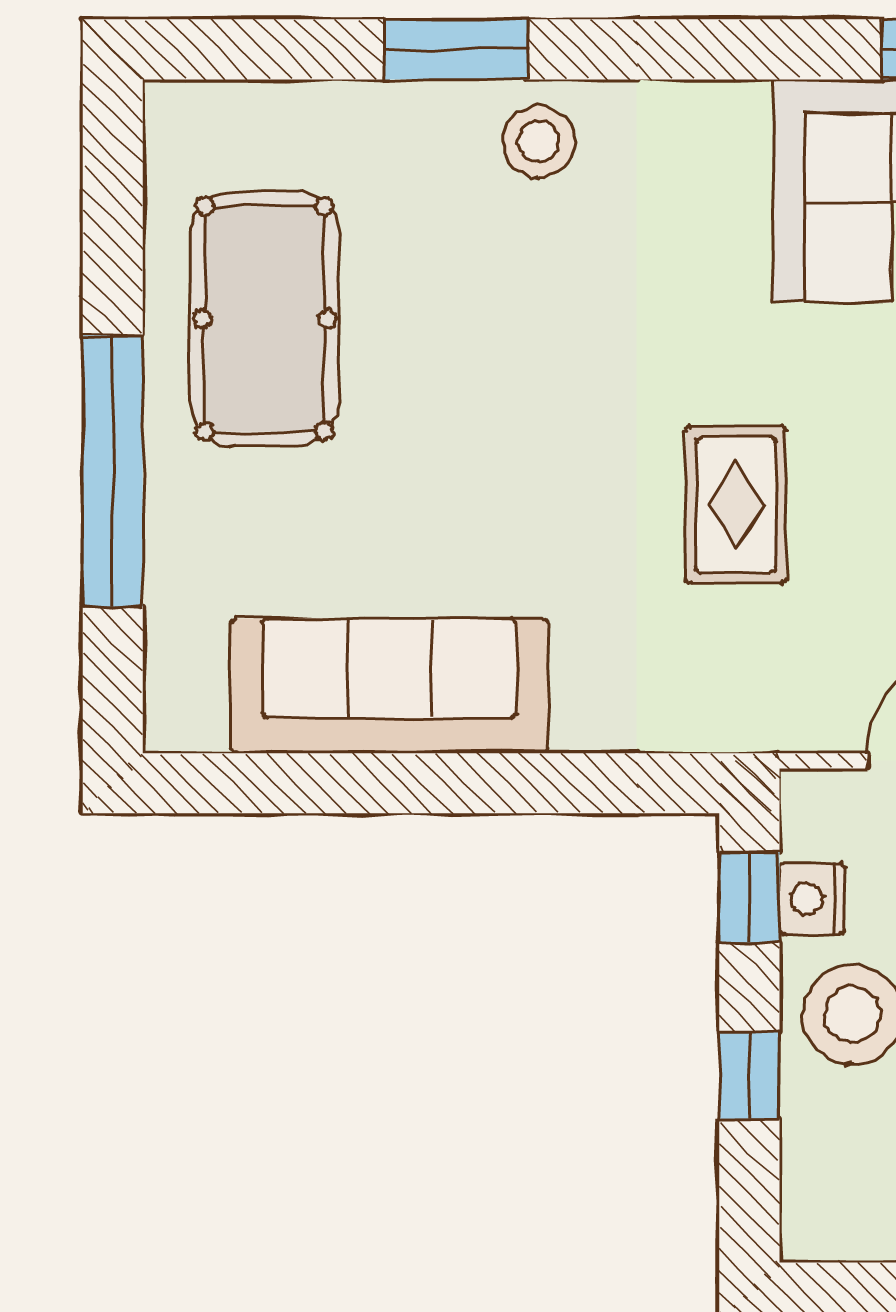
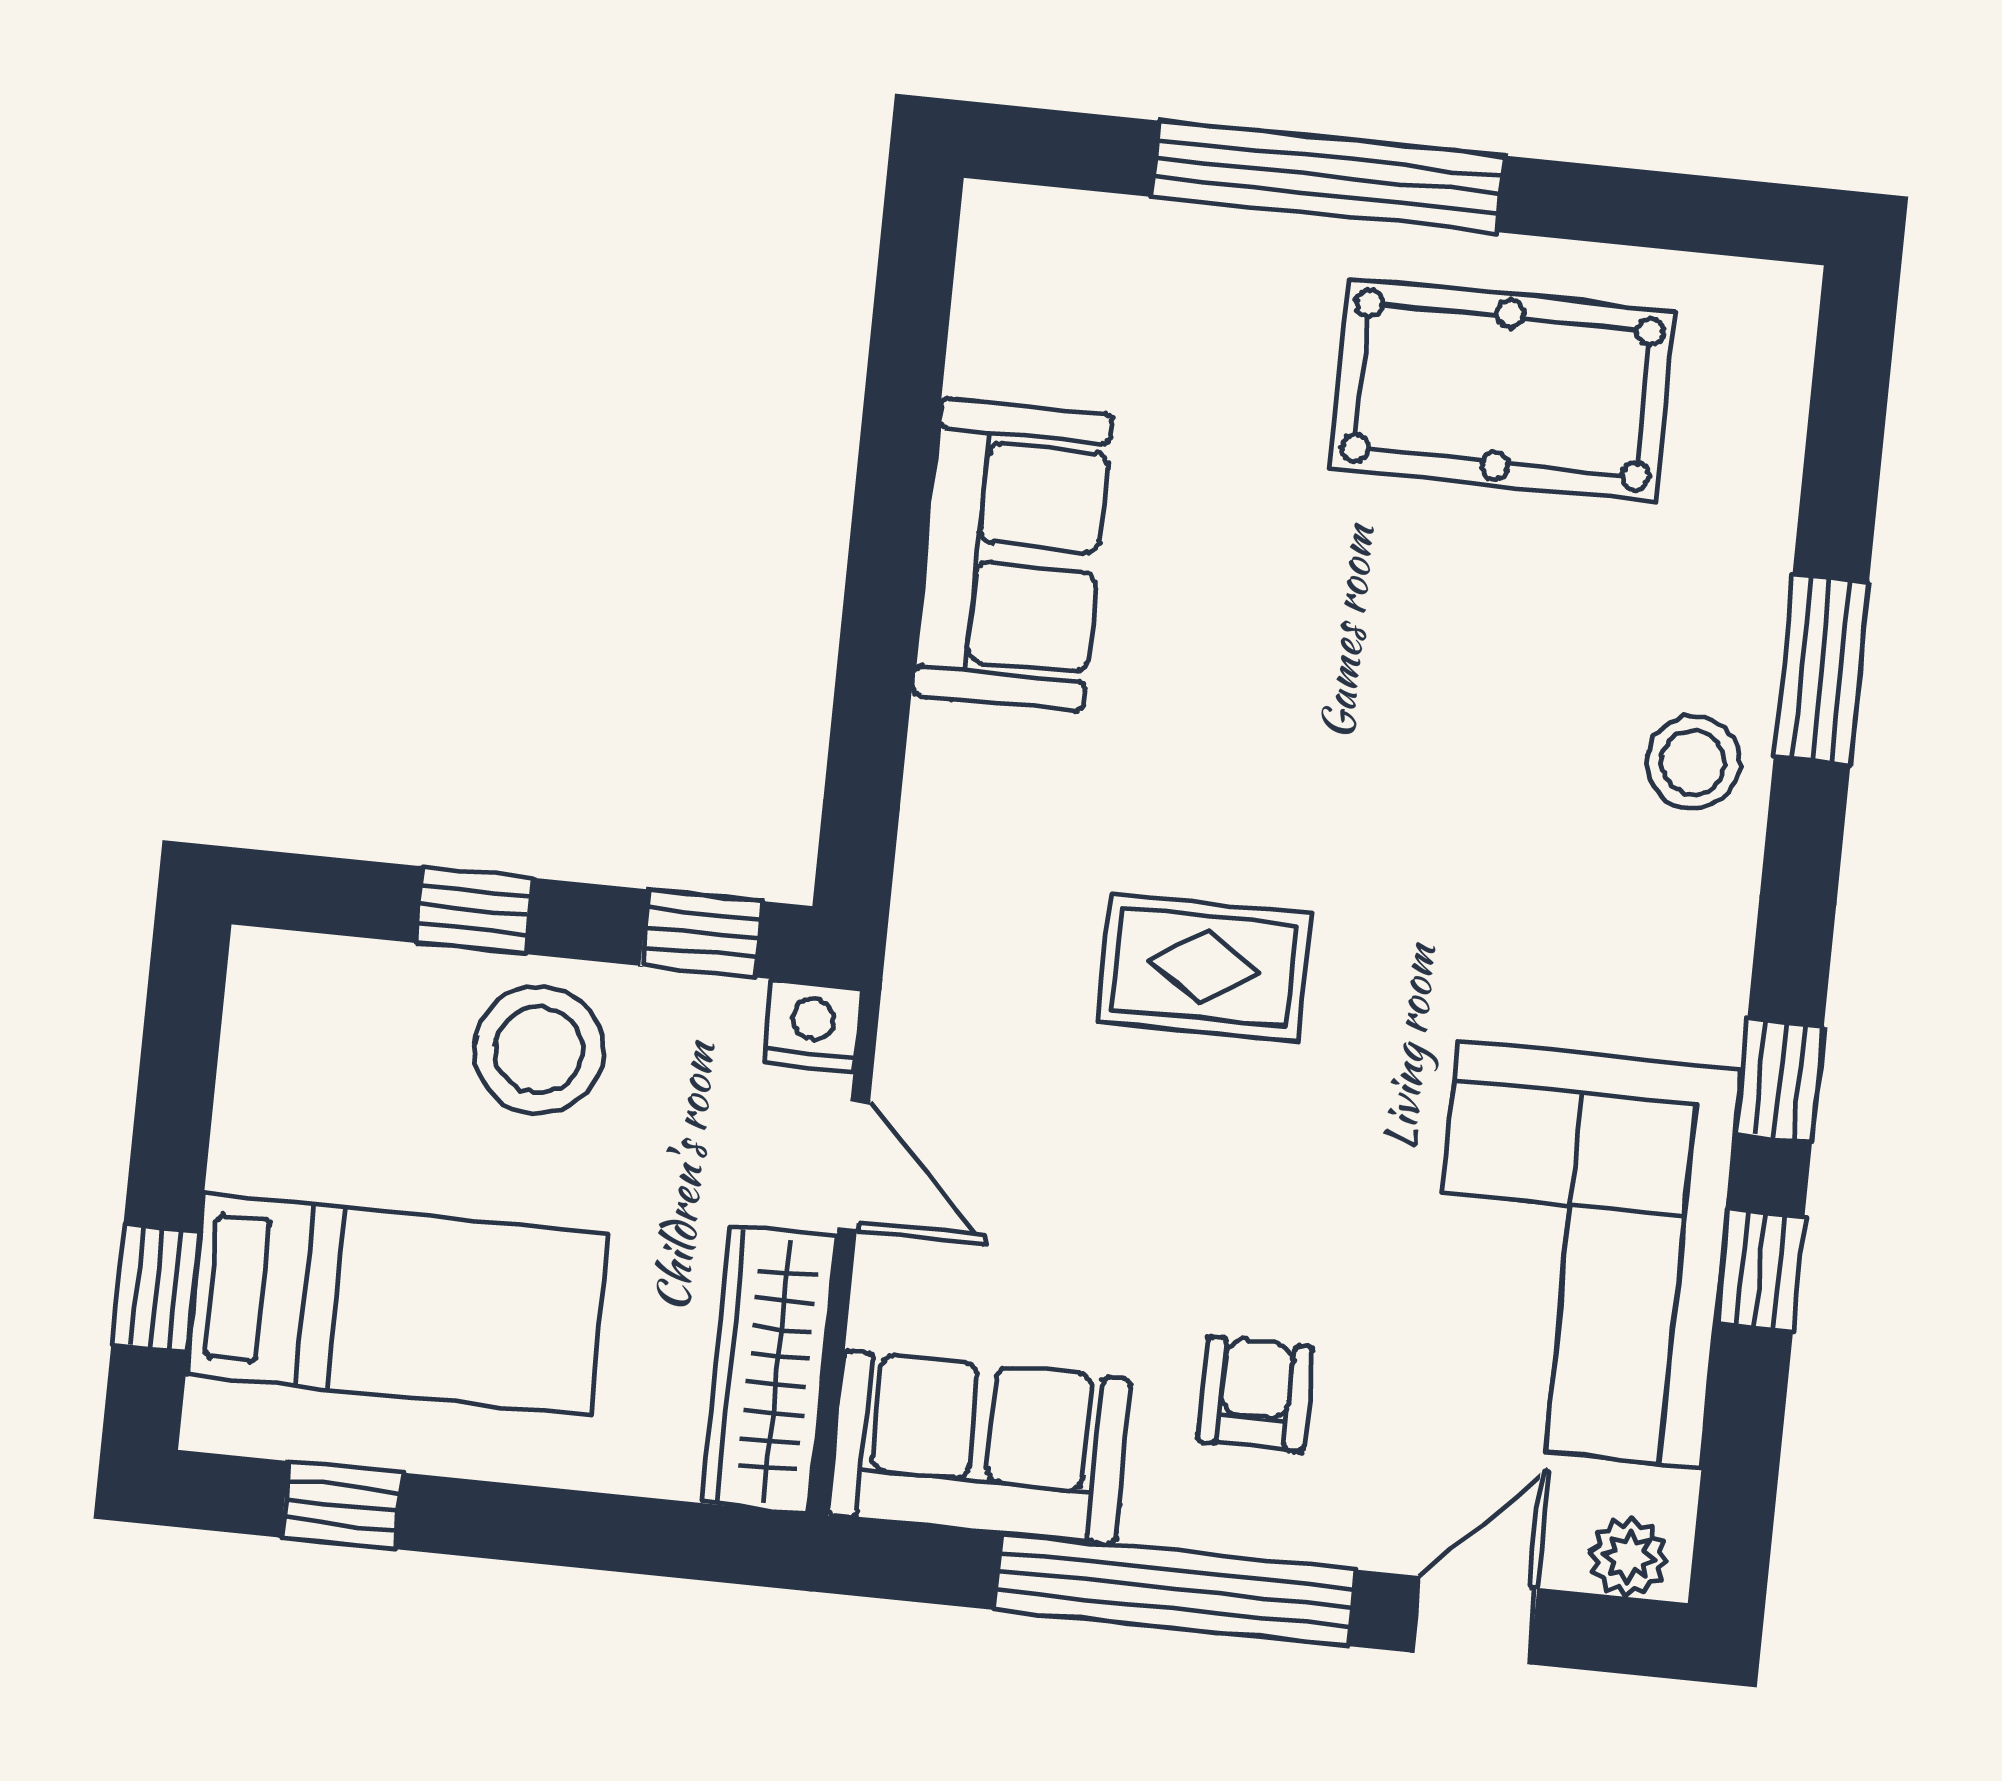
window: (779, 49) -> (1780, 1081), added
sofa: (389, 686) -> (1012, 555), width x0.73
nightstand: (812, 898) -> (813, 1025), moved

